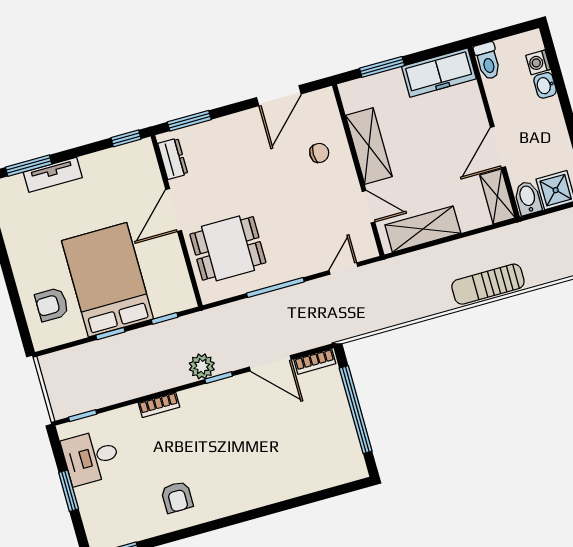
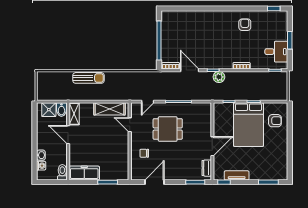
shelving: (369, 146) -> (122, 150), removed
door: (498, 147) -> (68, 135), swing flipped
tv unit: (53, 175) -> (237, 175), moved
dining table: (228, 248) -> (168, 129), moved

